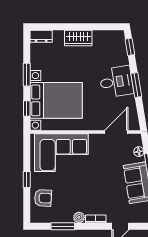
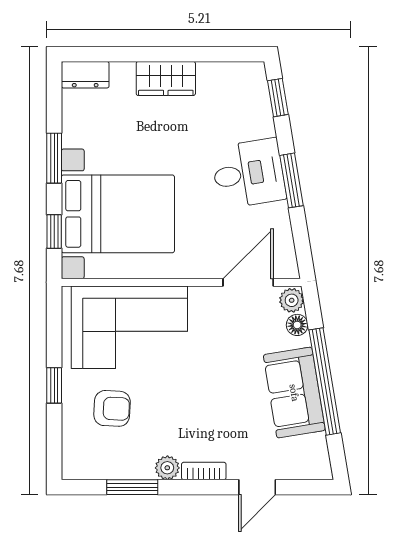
plant: (136, 140) -> (292, 300), added
armchair: (43, 198) -> (112, 408), moved

